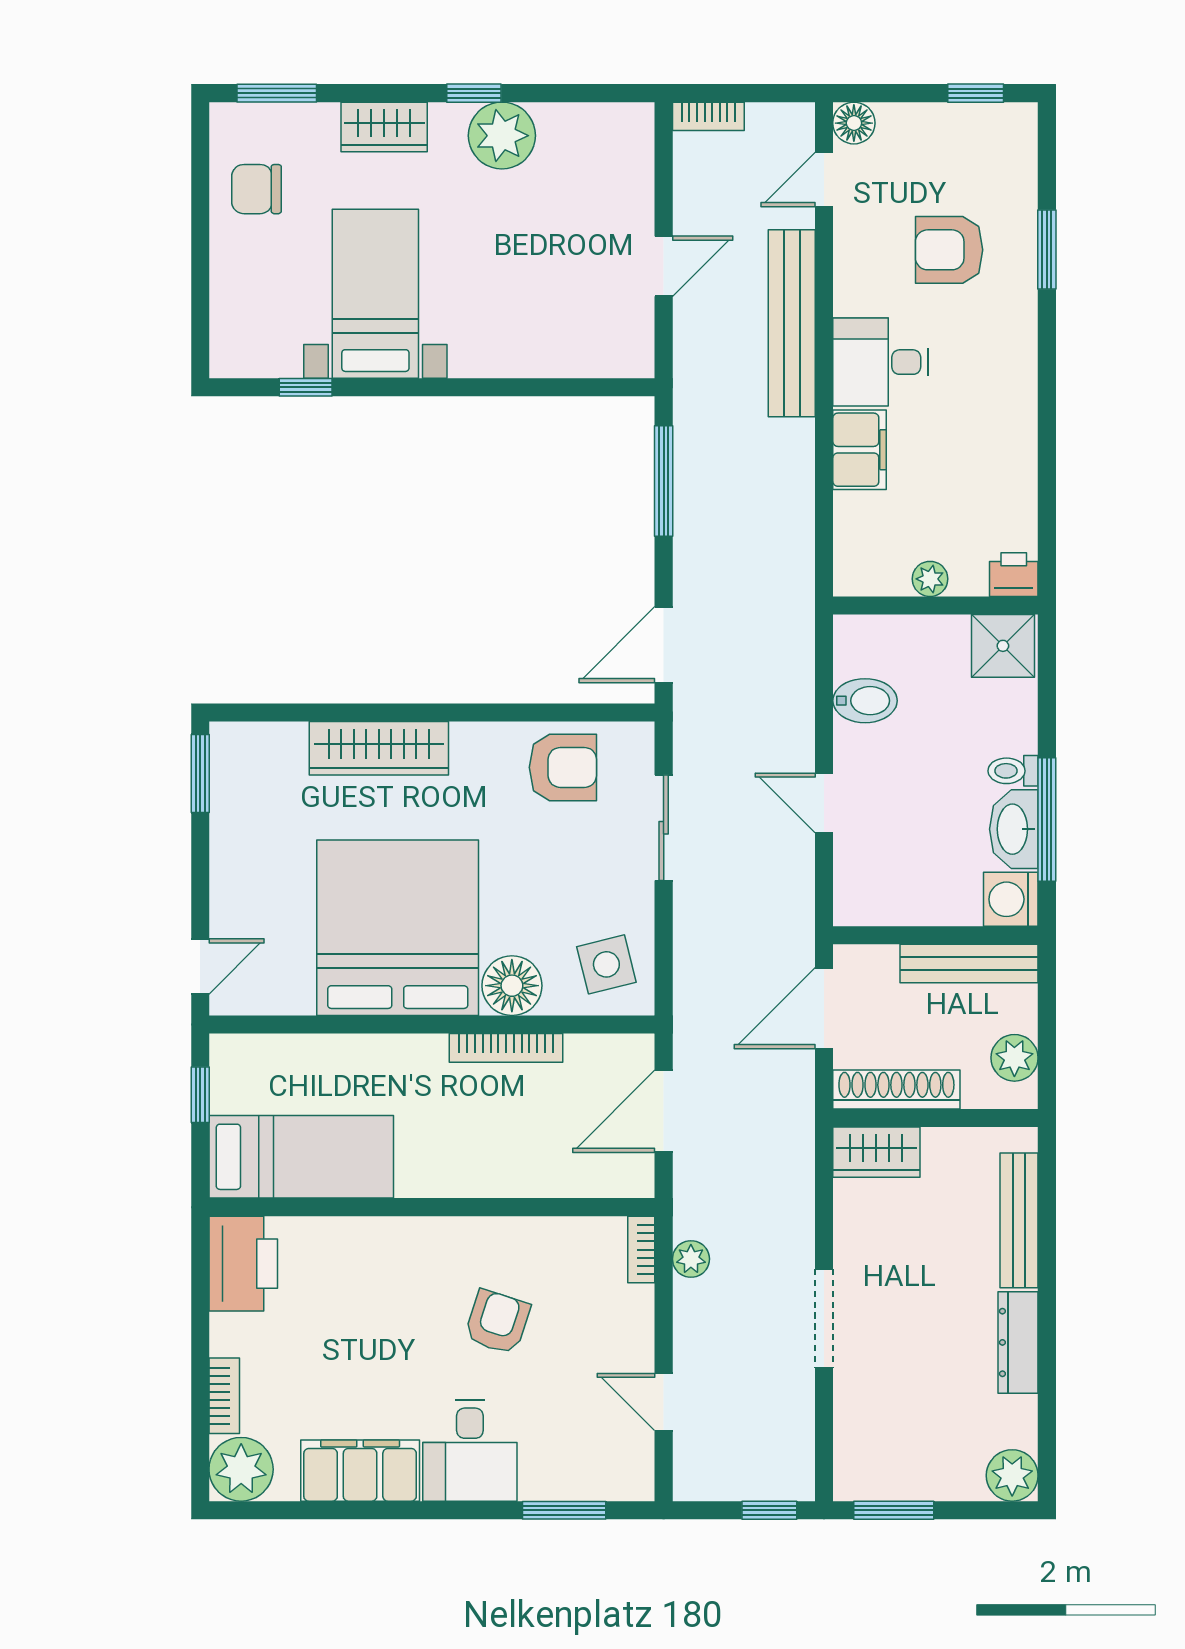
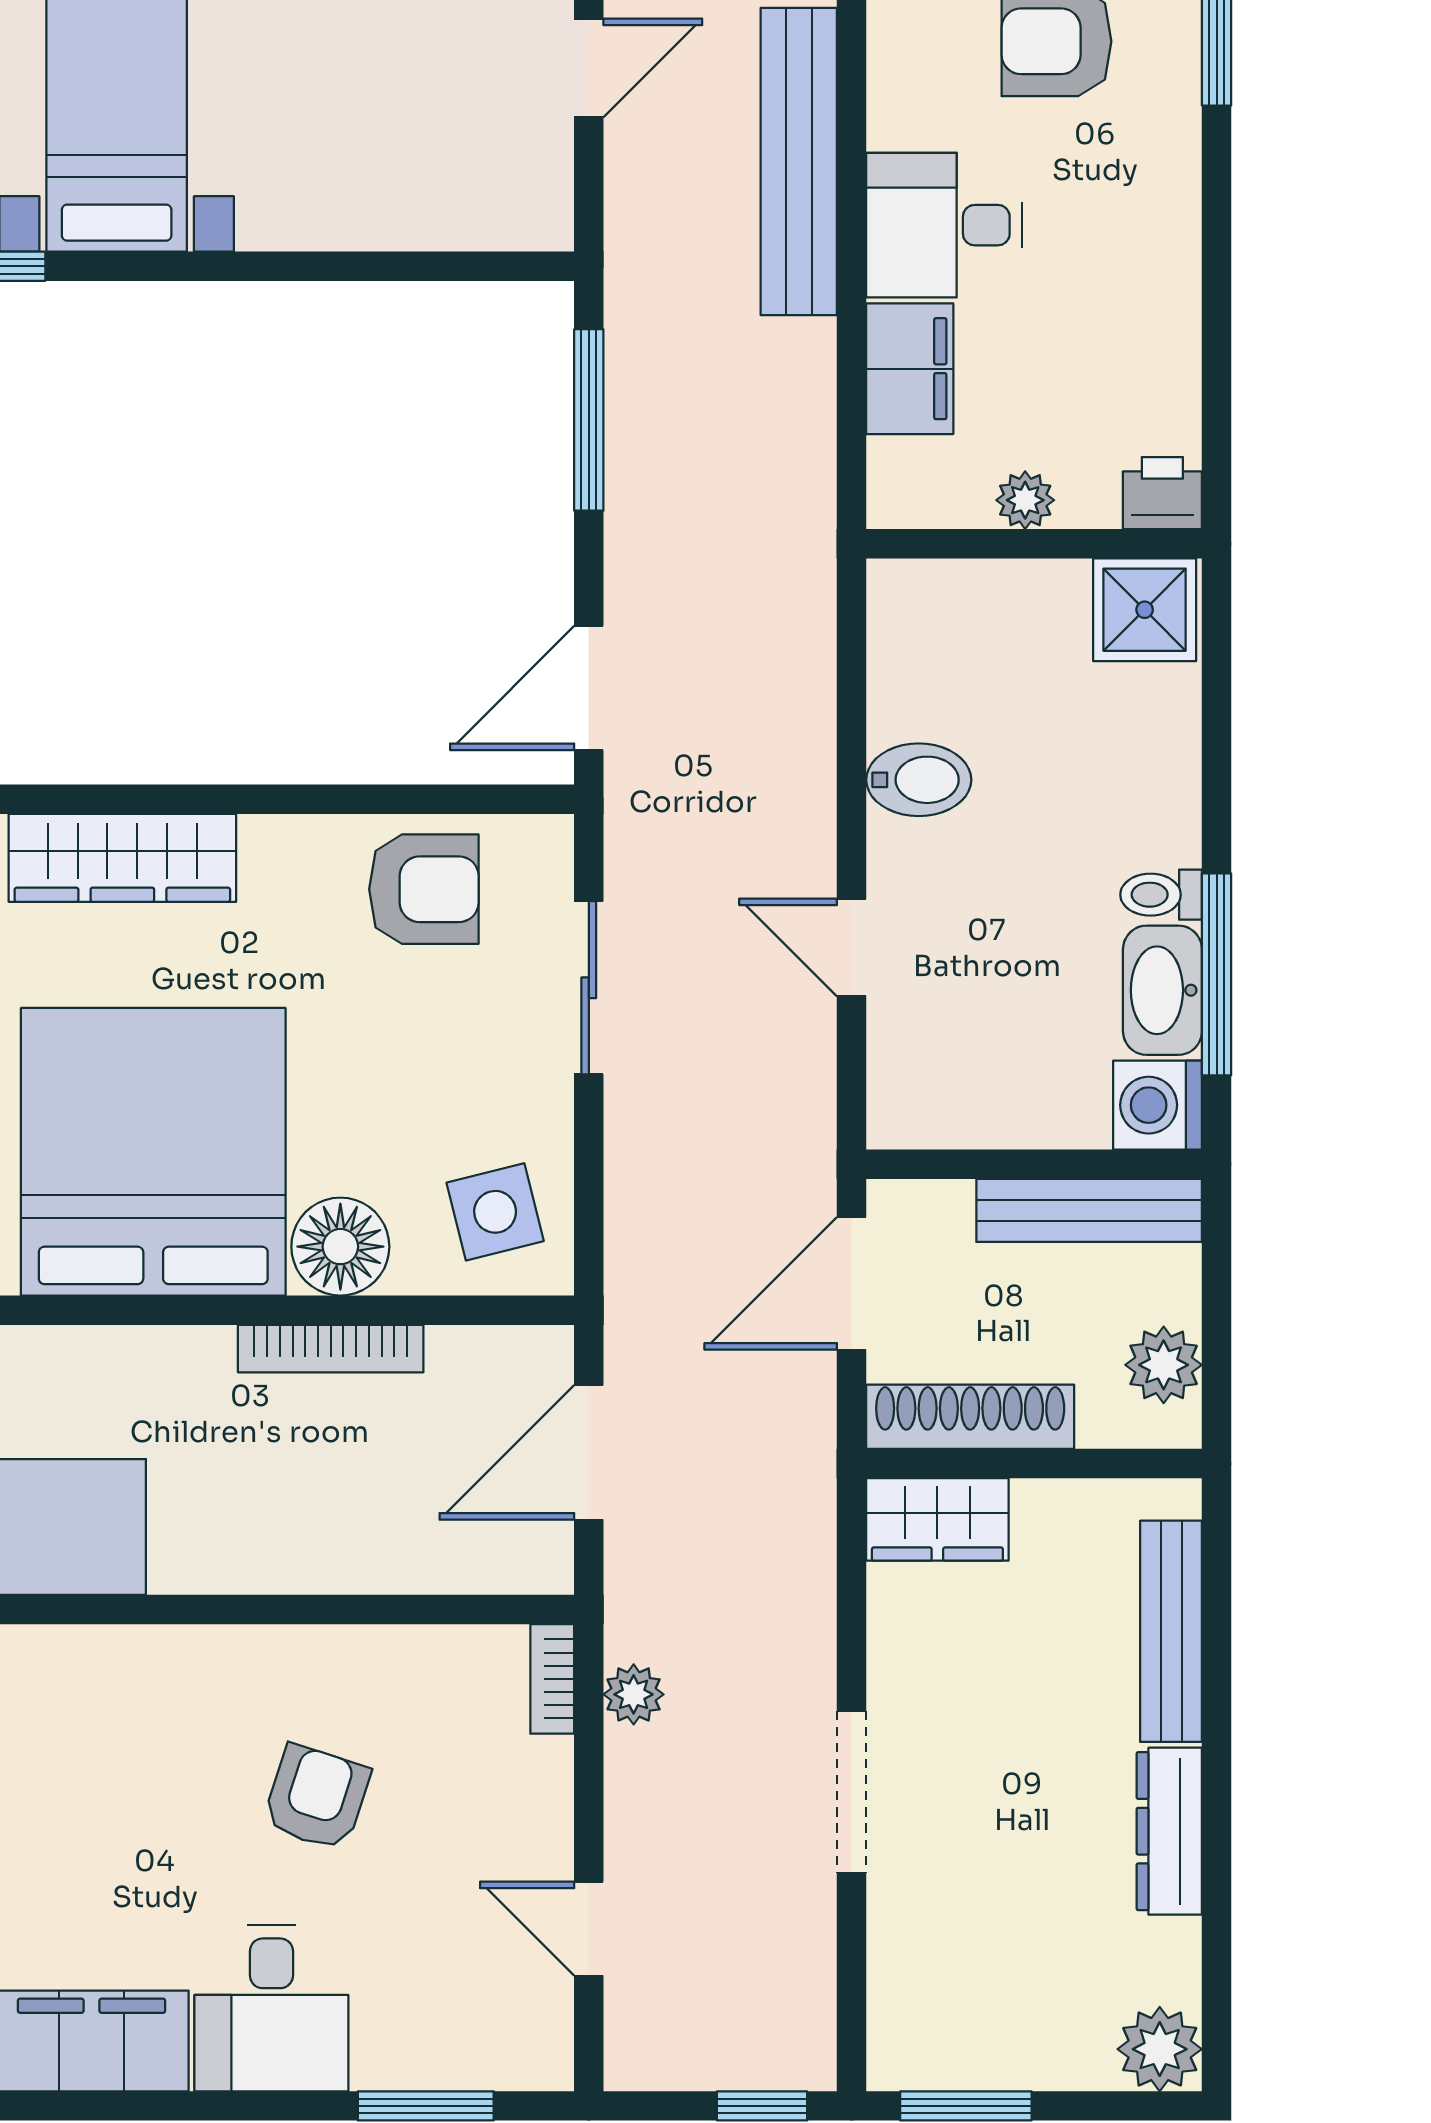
printer: (1014, 575) -> (1162, 493), moved
plant: (930, 579) -> (1025, 500), moved
wall: (935, 606) -> (1034, 544), moved
shower: (1003, 646) -> (1145, 610), moved

